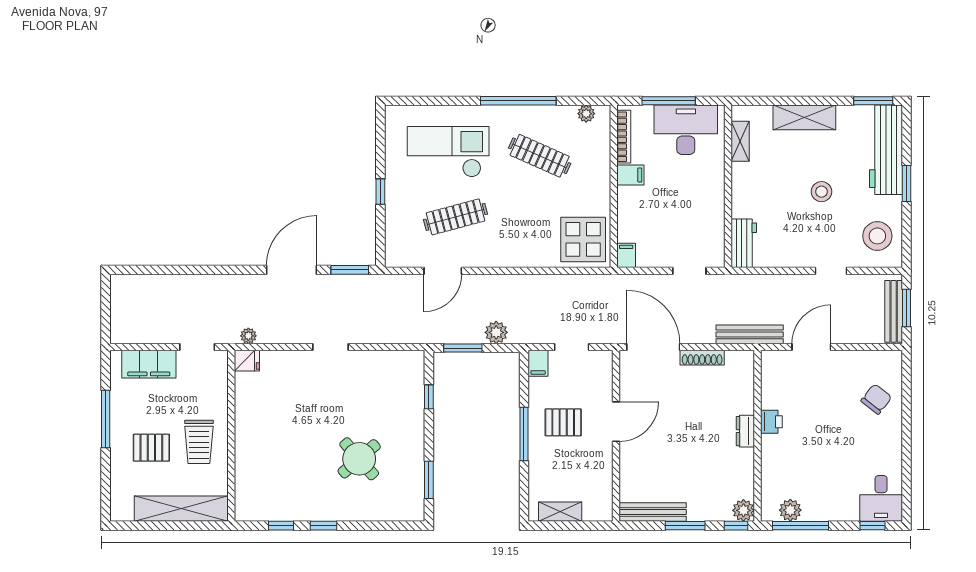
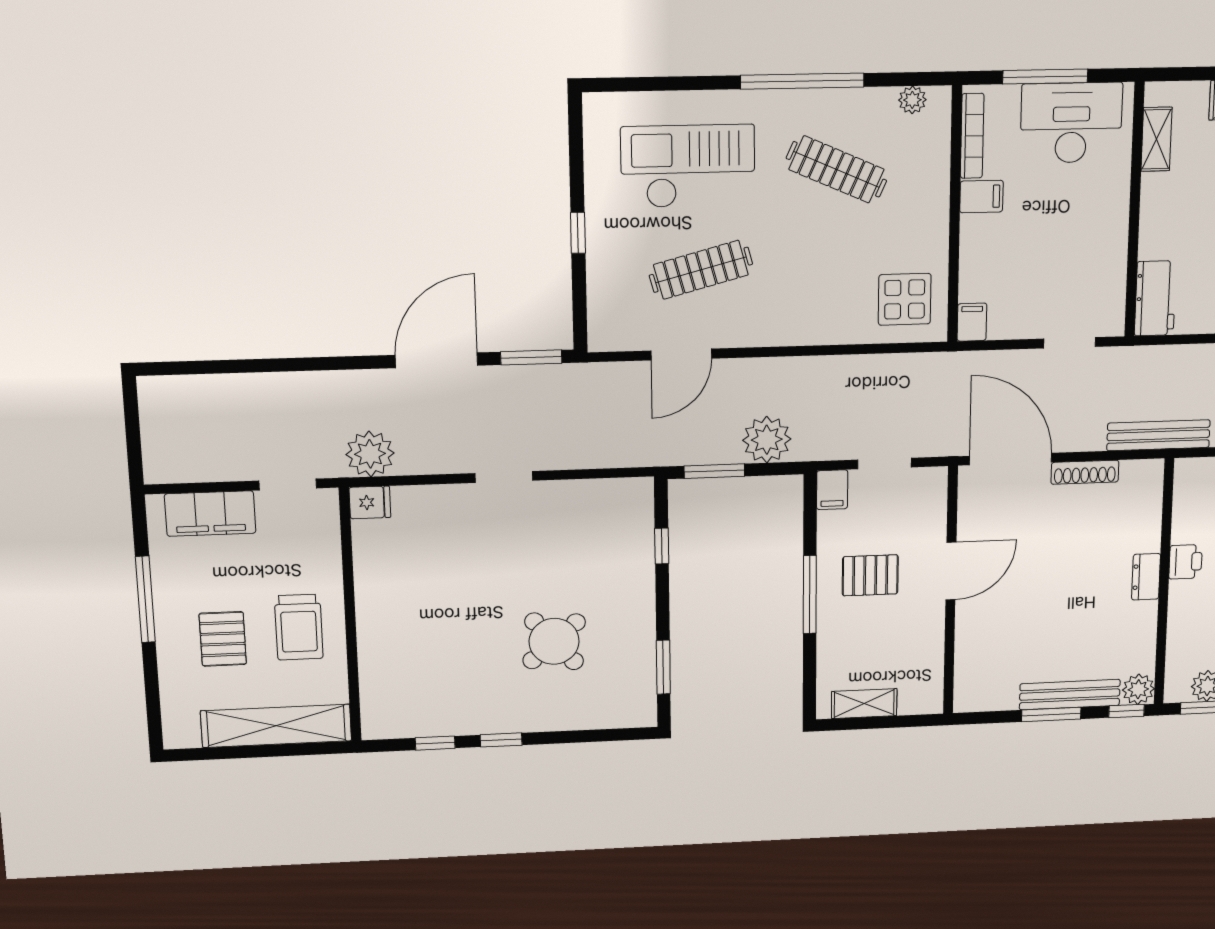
display table: (583, 239) -> (905, 299), width x0.73, depth x0.73
plant: (496, 332) -> (767, 440), width x1.36, depth x1.36
plant: (248, 336) -> (370, 454), width x1.88, depth x1.88
pallet: (151, 448) -> (223, 639), turned 90
bench: (653, 512) -> (1070, 695), moved

